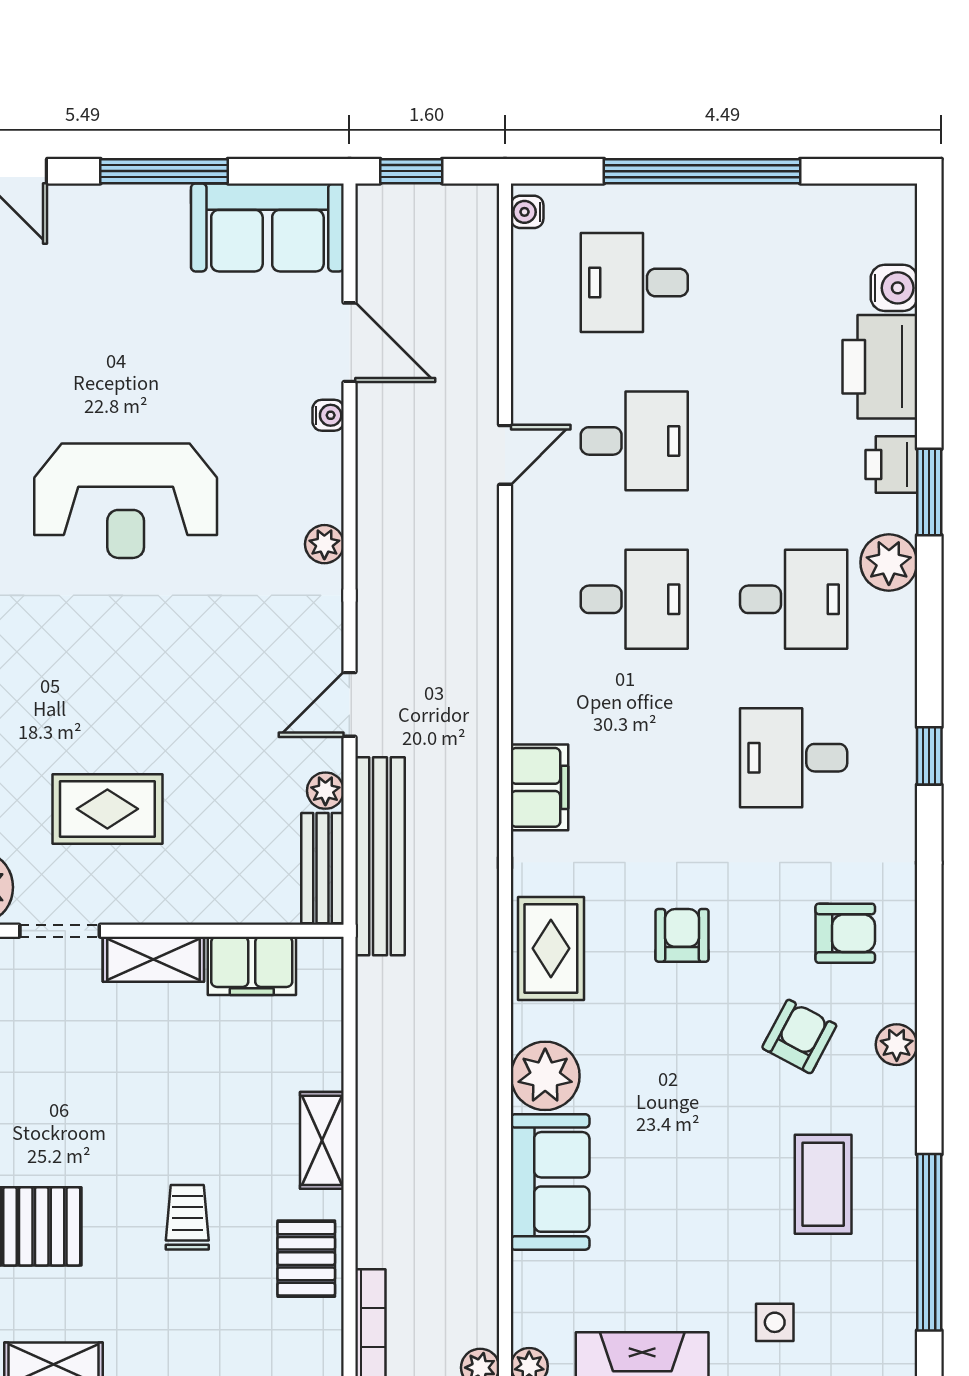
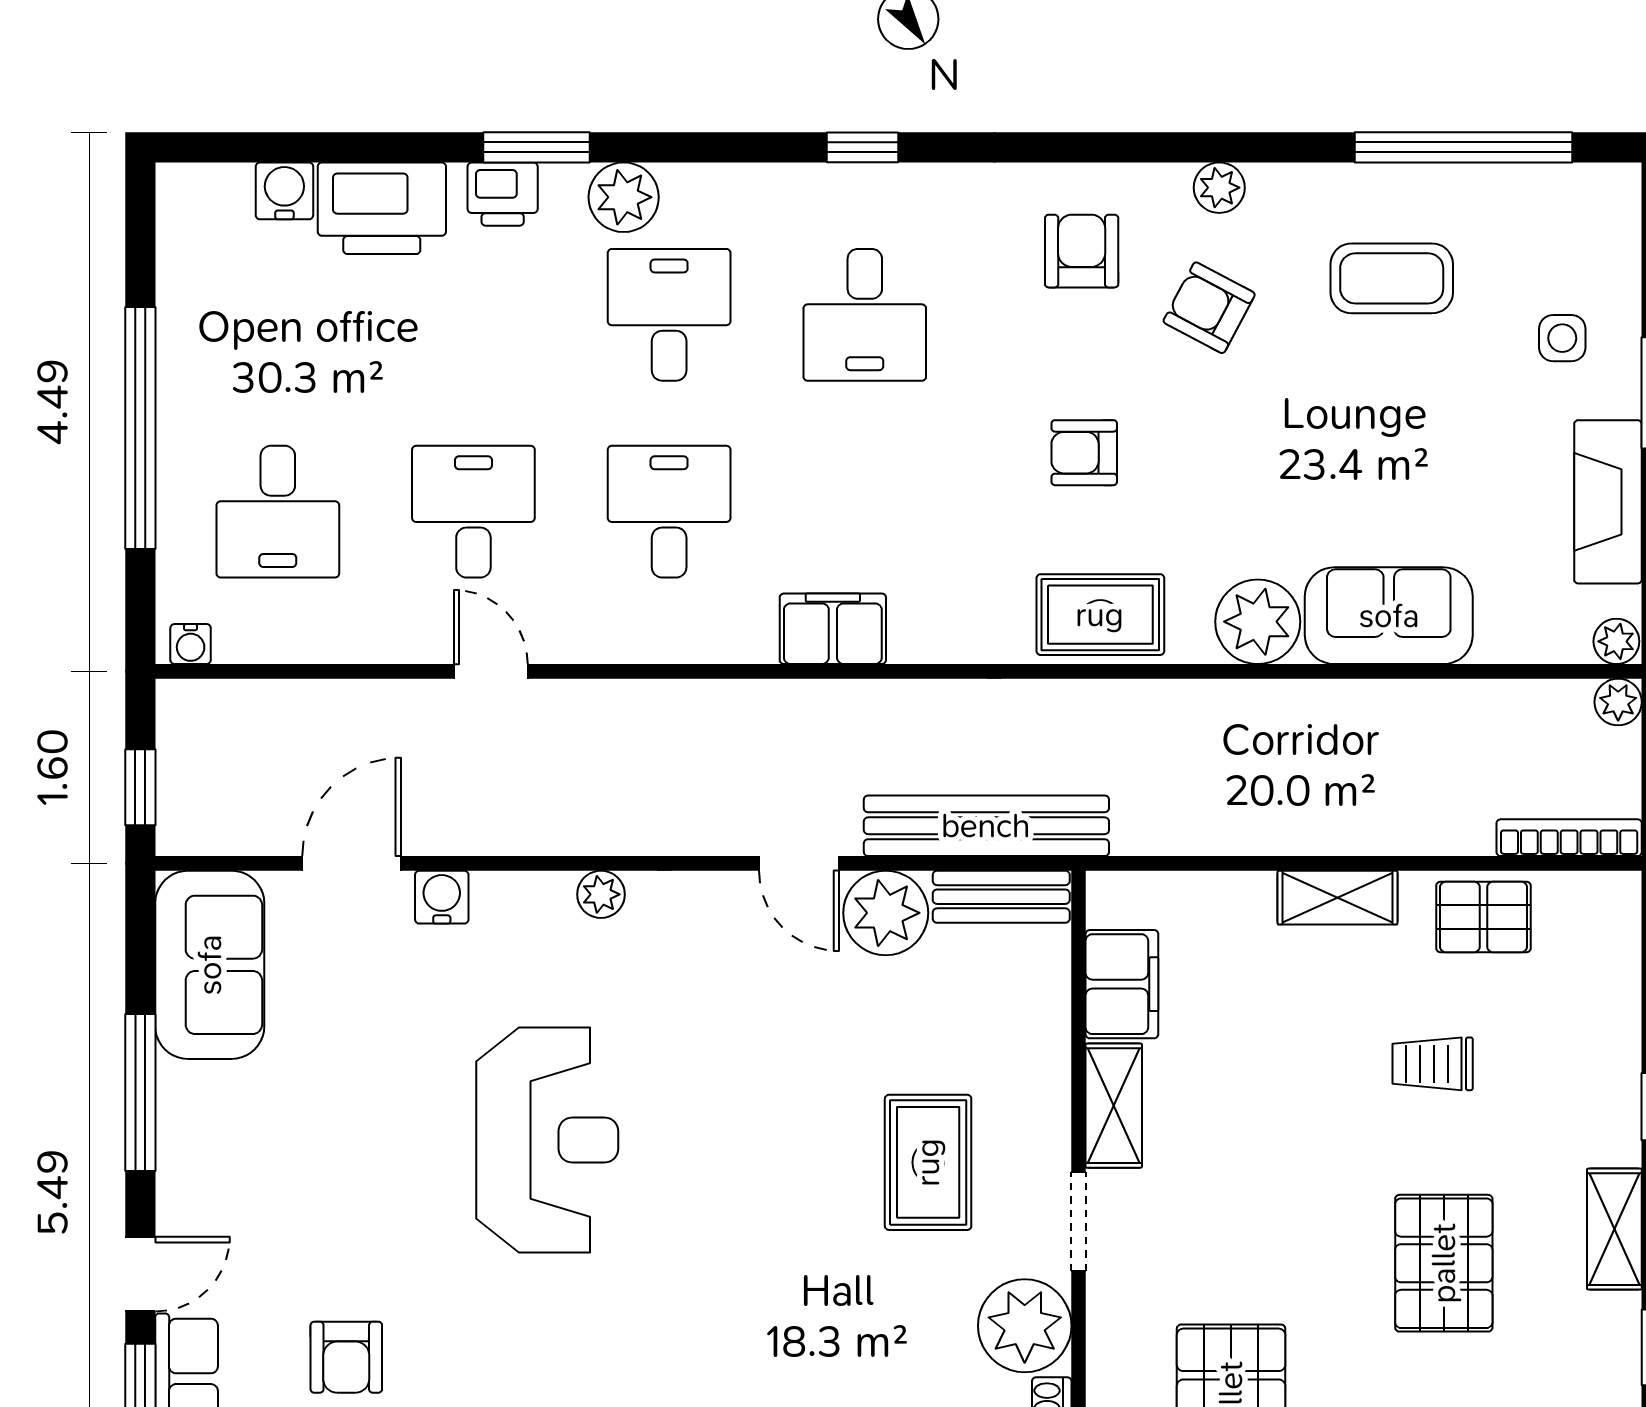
water cooler: (328, 415) -> (442, 897), width x1.38, depth x1.38
filing cabinet: (539, 787) -> (833, 629), moved
plant: (325, 791) -> (886, 913), width x1.87, depth x1.87

